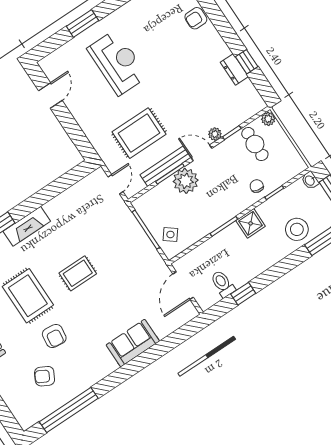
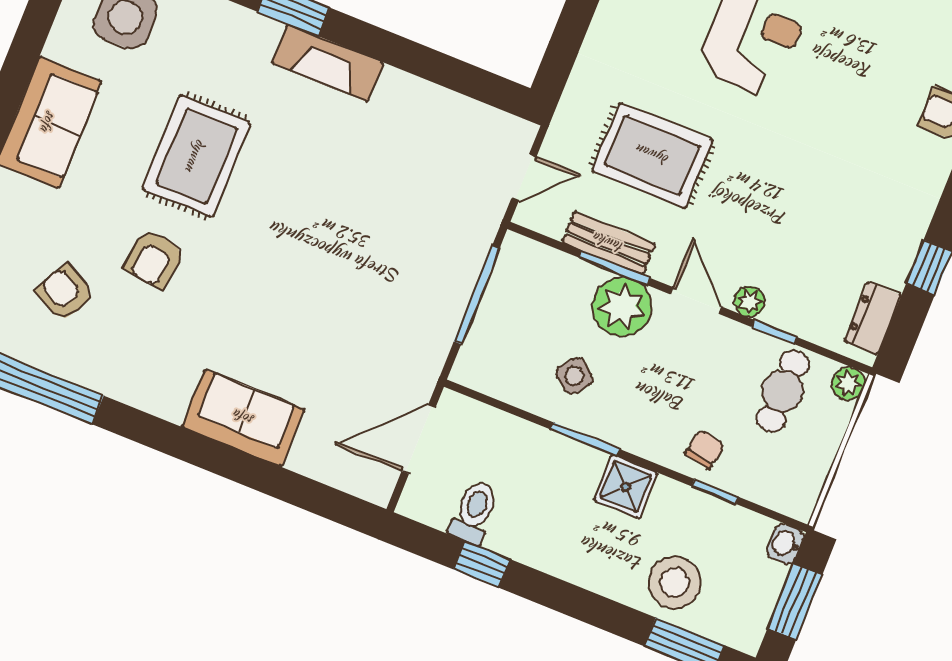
dresser: (234, 69) -> (873, 318), moved
bench: (165, 166) -> (608, 243), width x0.73
side table: (170, 234) -> (574, 376), moved
rug: (78, 273) -> (304, 222), removed

